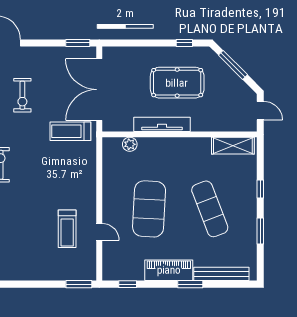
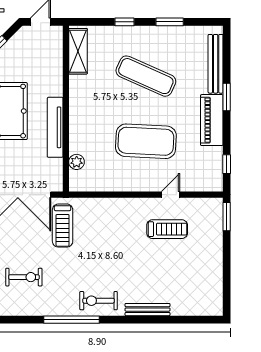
exercise mat: (210, 209) -> (146, 76), turned 45

